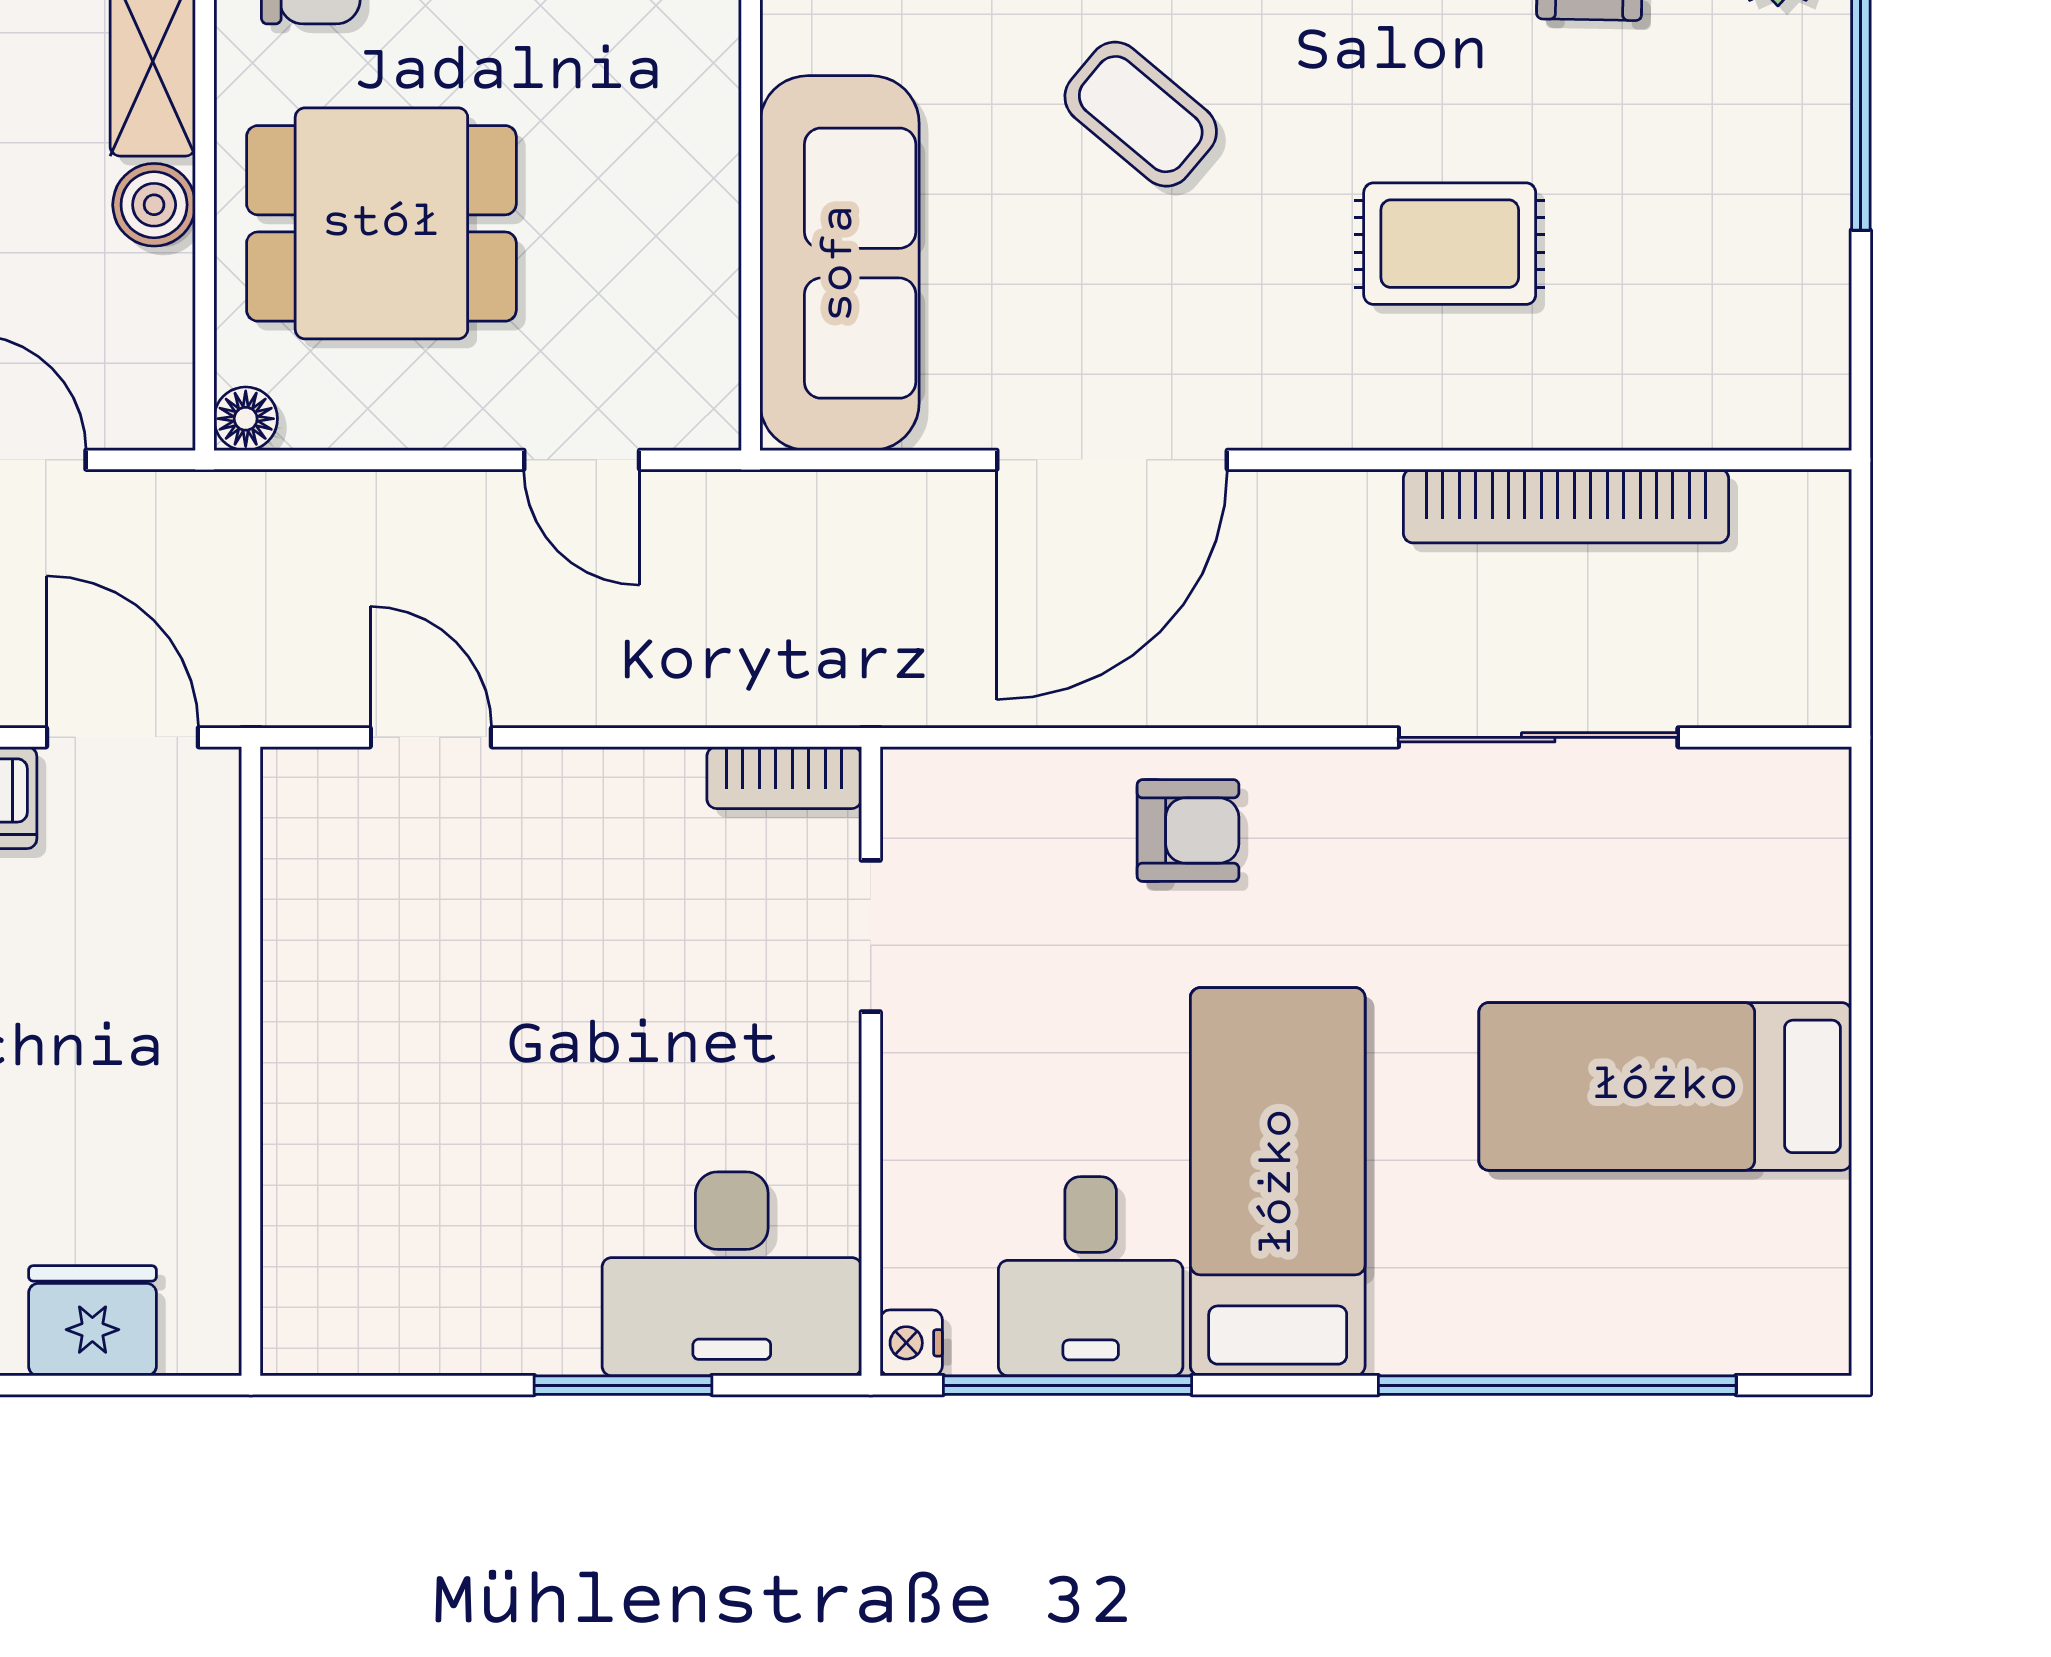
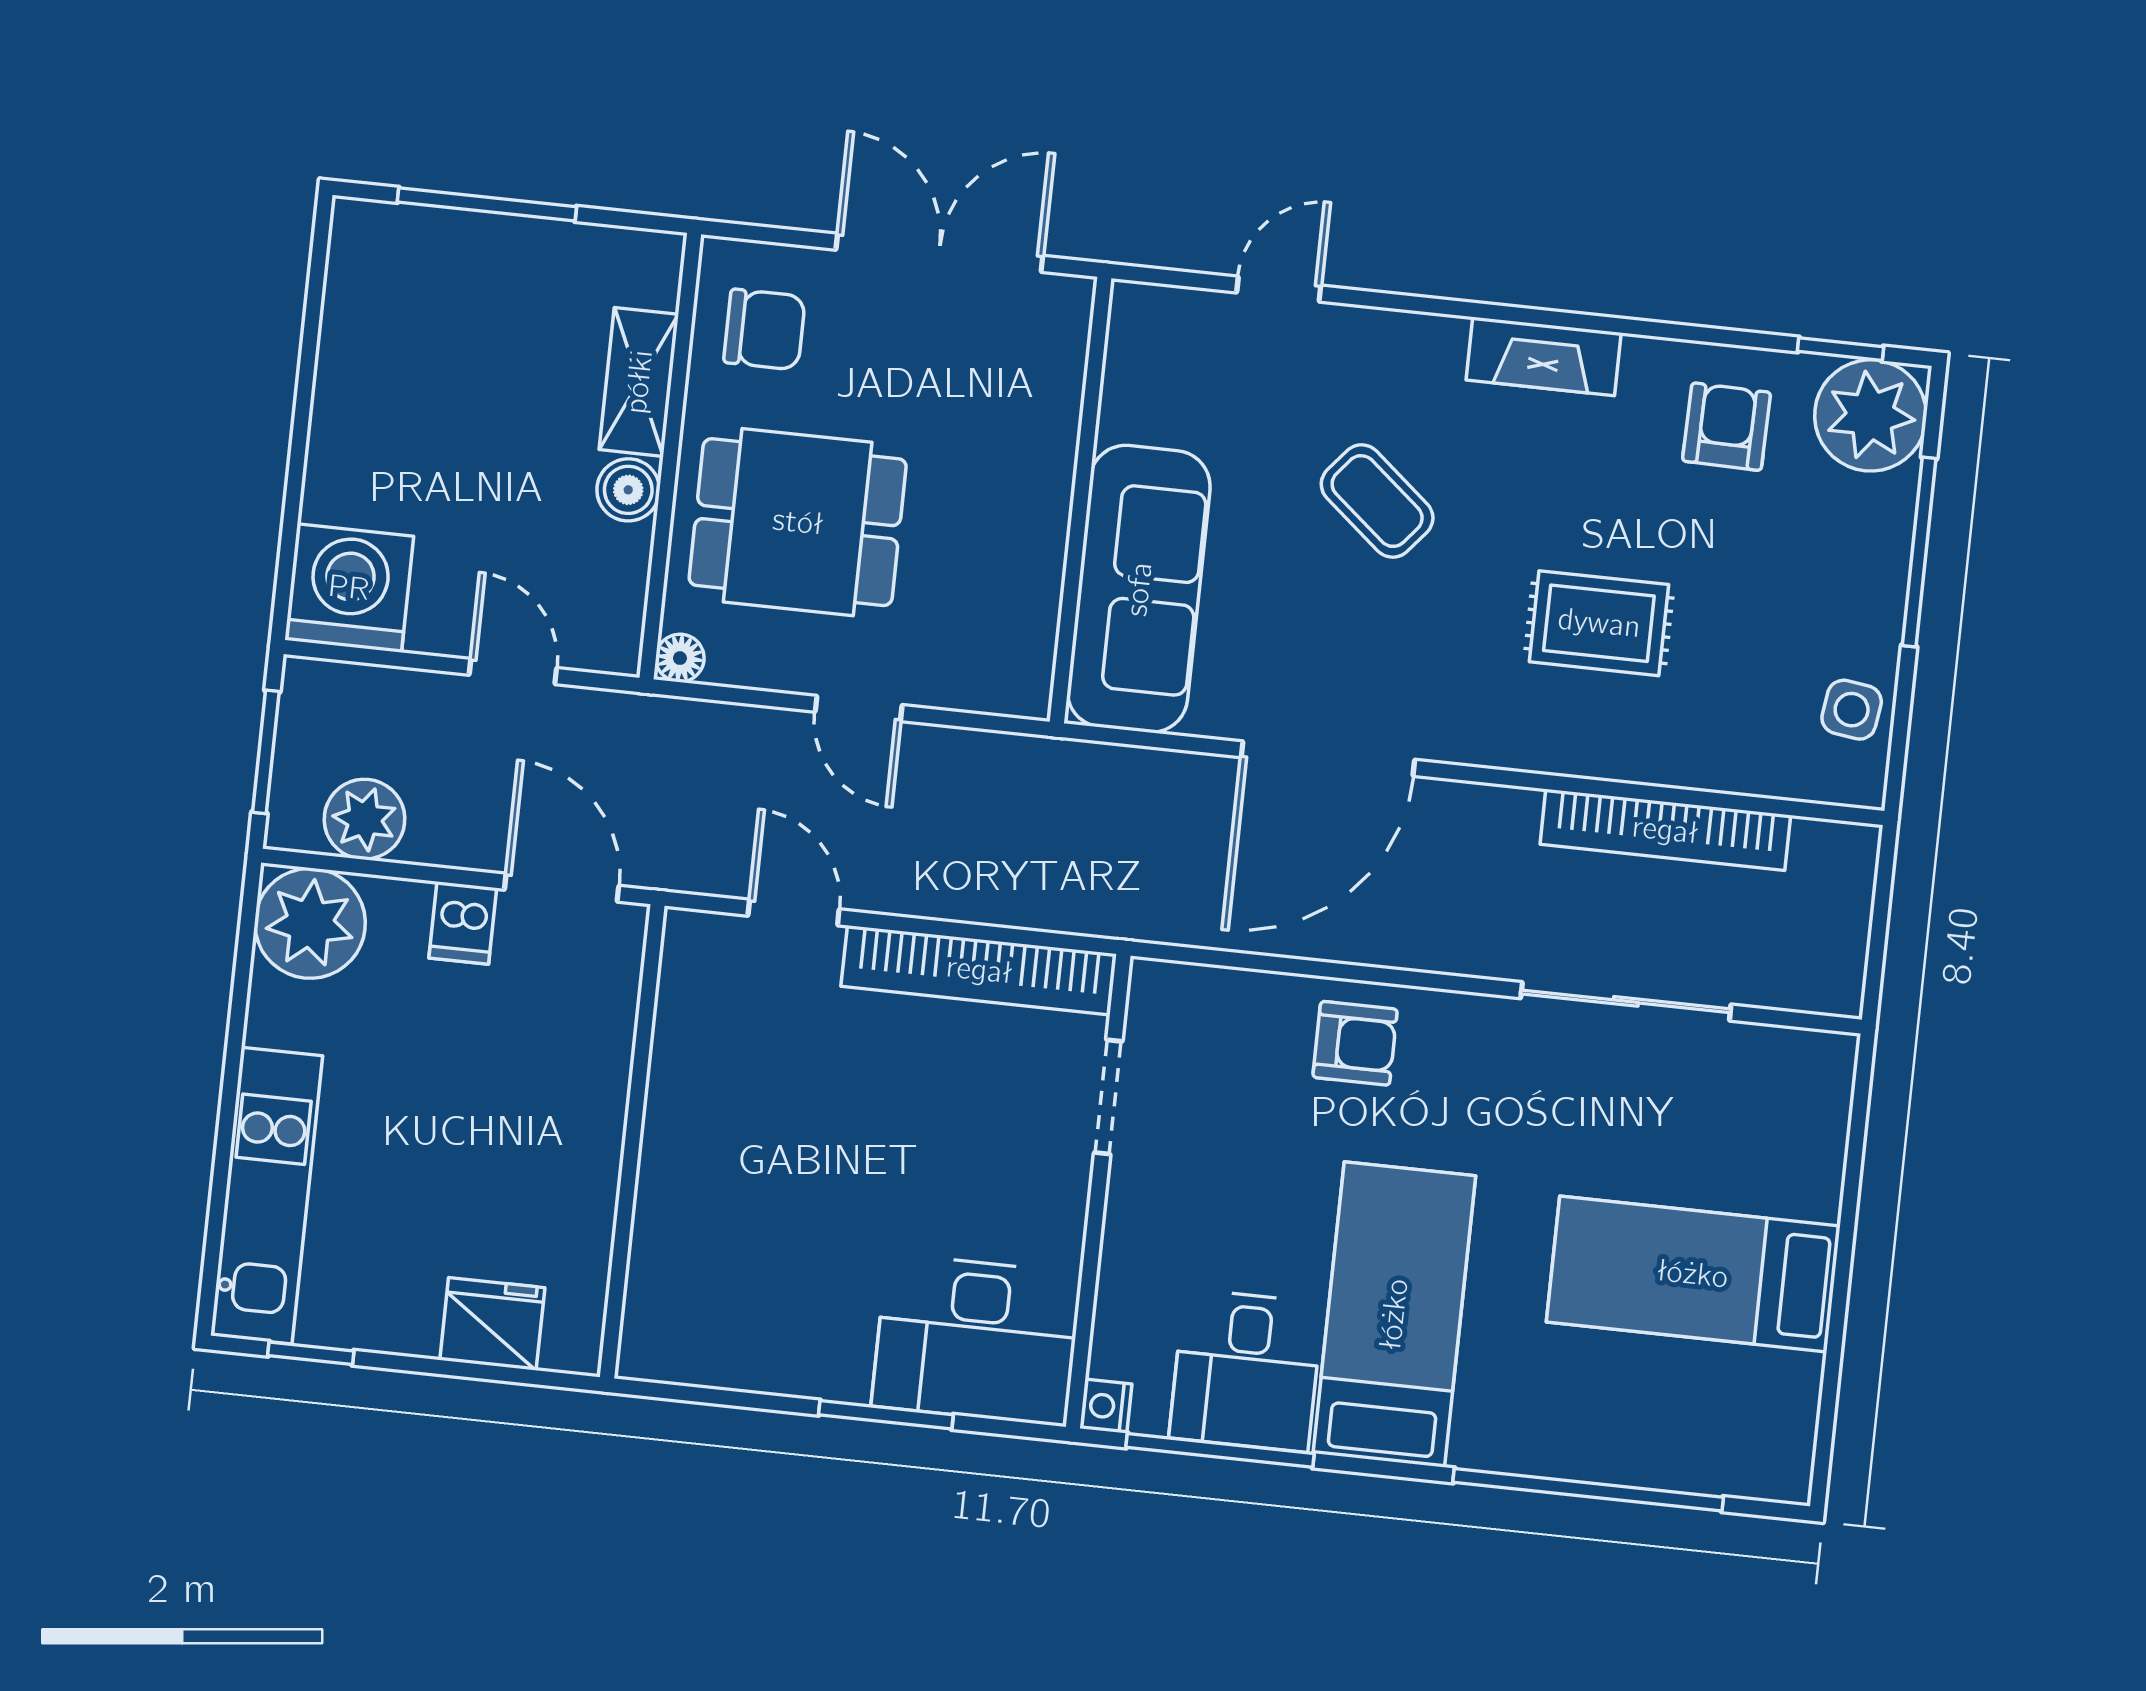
side table: (1794, 322) -> (1852, 710), added
door: (582, 460) -> (859, 708), moved
bookcase: (784, 778) -> (979, 970), width x2.31, depth x1.31

